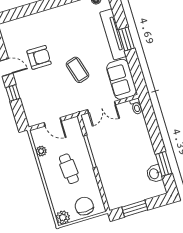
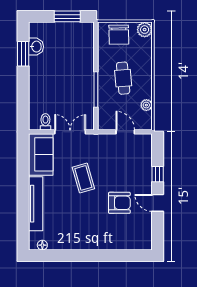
window: (126, 39) -> (23, 195), removed
armchair: (39, 57) -> (119, 203), turned 180
toilet: (136, 106) -> (45, 122), moved

